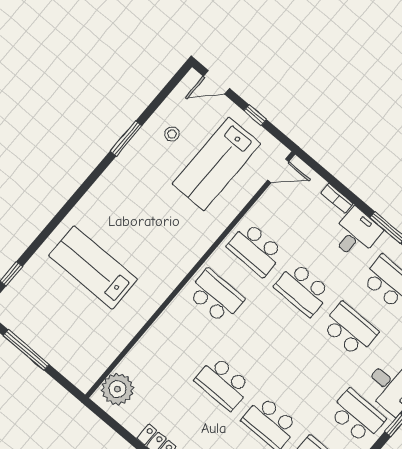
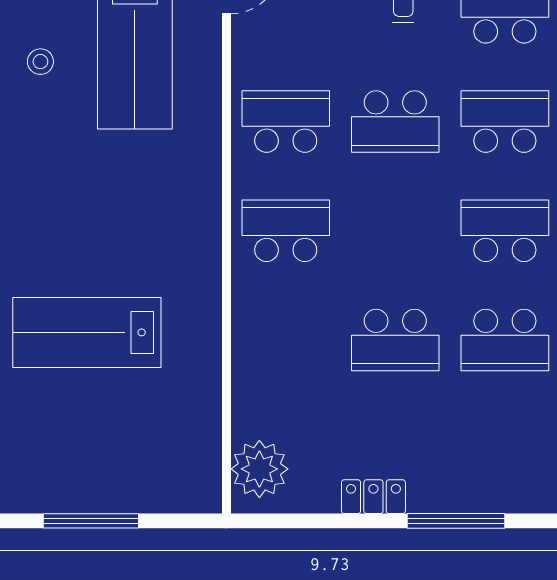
school desk: (256, 249) -> (286, 122), turned 180
school desk: (310, 376) -> (505, 231), added

